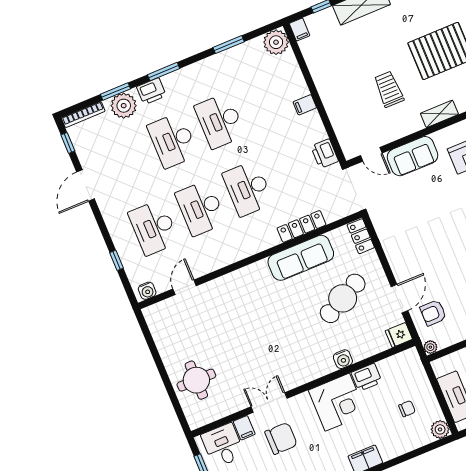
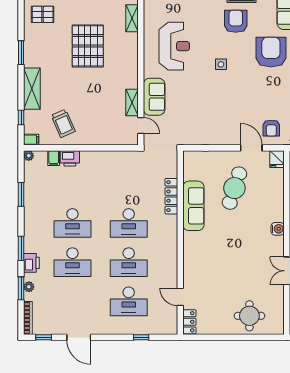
plant: (276, 42) -> (29, 156), width x0.53, depth x0.53
trolley: (389, 89) -> (63, 123), moved, turned -114
filing cabinet: (305, 105) -> (54, 158), moved
plant: (124, 106) -> (29, 287), width x0.53, depth x0.53
shelving: (439, 114) -> (132, 102), moved
printer: (325, 154) -> (70, 158), moved
door: (371, 154) -> (141, 125), hinge flipped
locker: (361, 236) -> (189, 322), moved, turned -90
water cooler: (147, 291) -> (172, 324), removed
cafe table: (343, 298) -> (234, 188), turned 45
water cooler: (343, 359) -> (278, 229), moved

